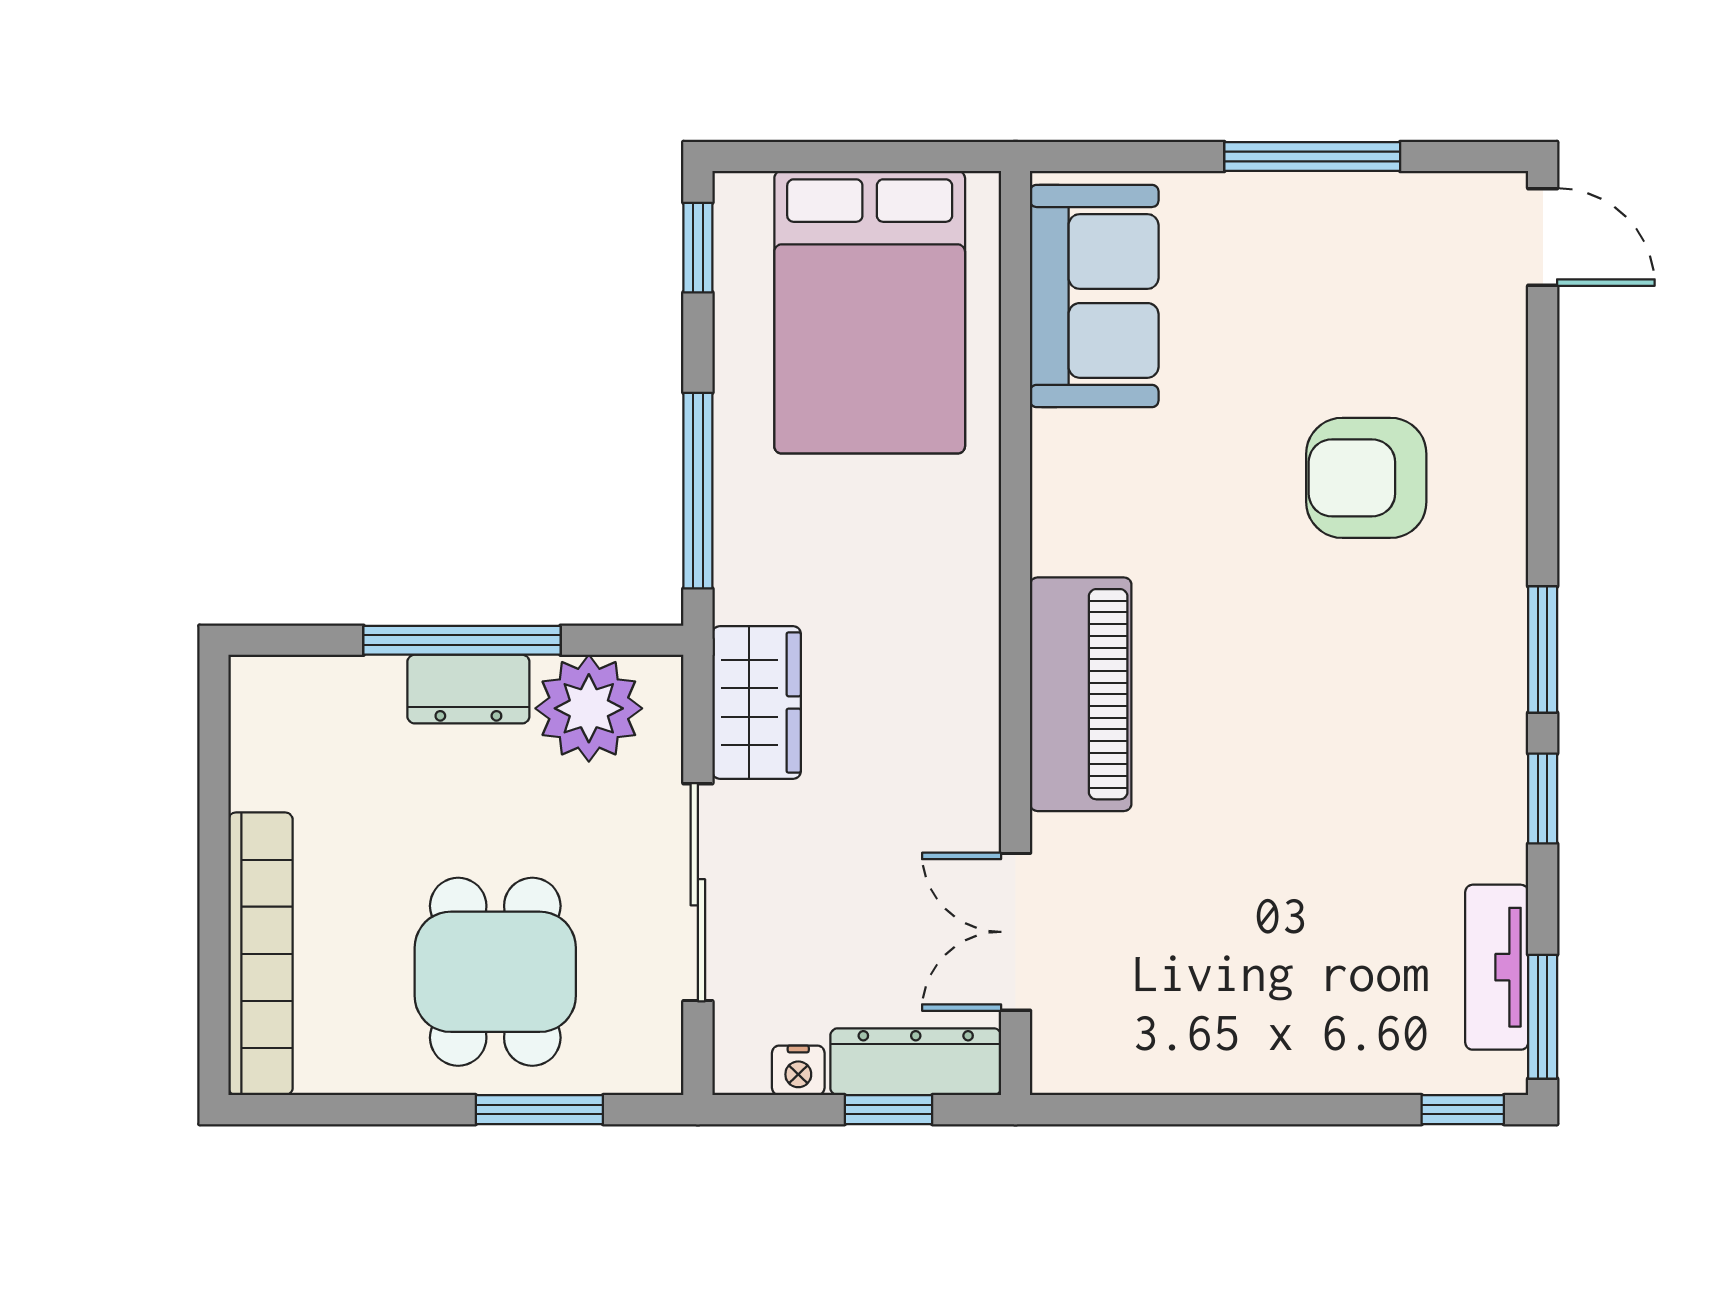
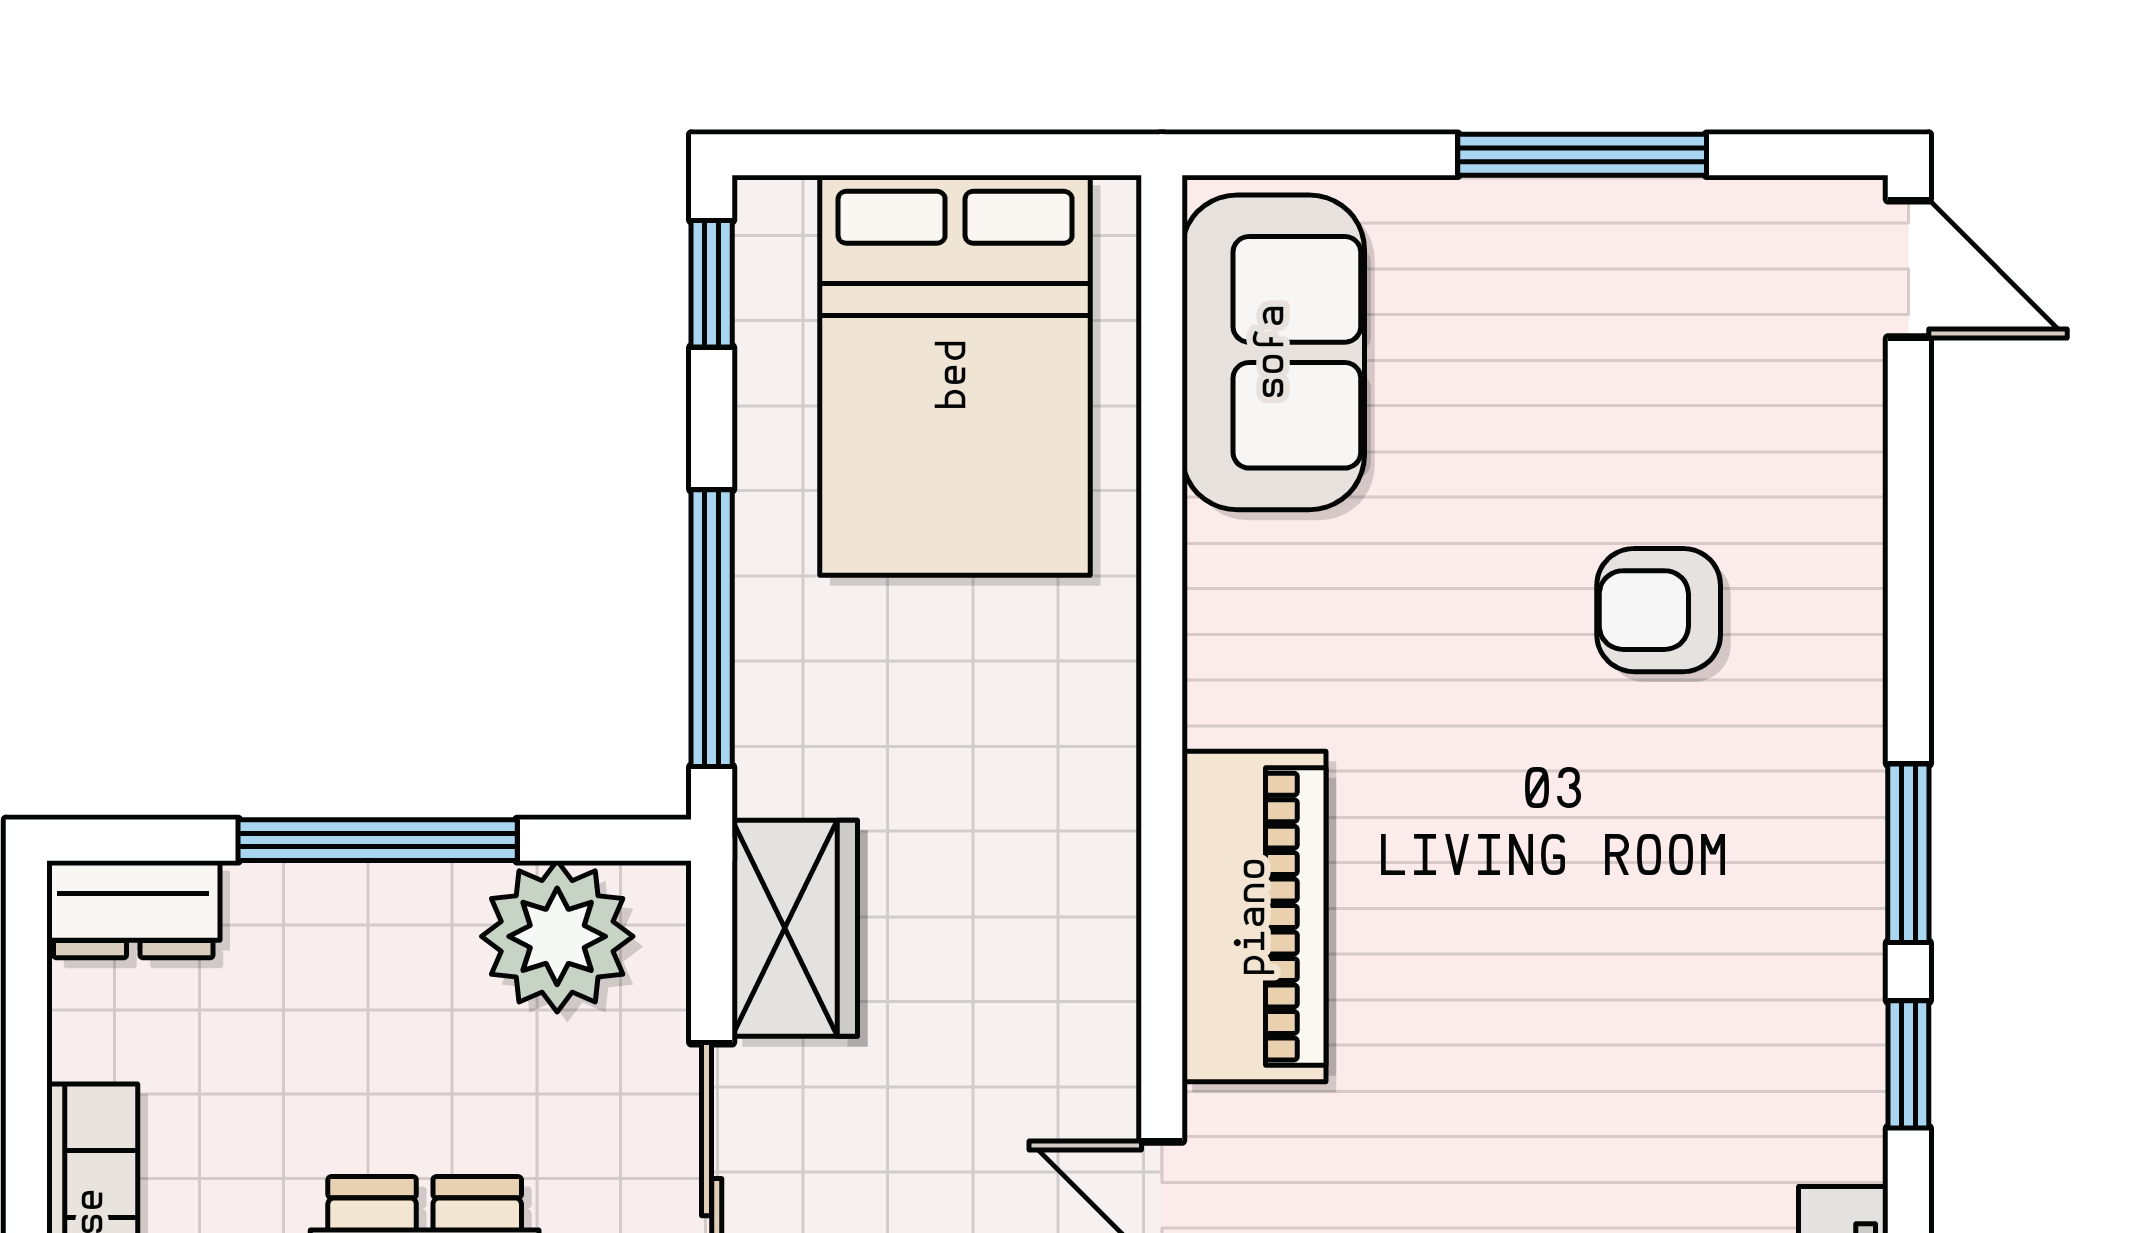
armchair: (1366, 478) -> (1659, 610), width x0.72, depth x0.72
dresser: (468, 689) -> (133, 909), moved

